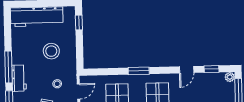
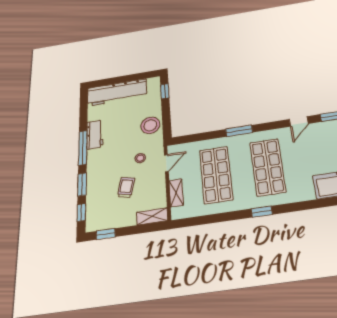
stool: (51, 51) -> (150, 125), moved
workbench: (19, 78) -> (95, 134), moved

